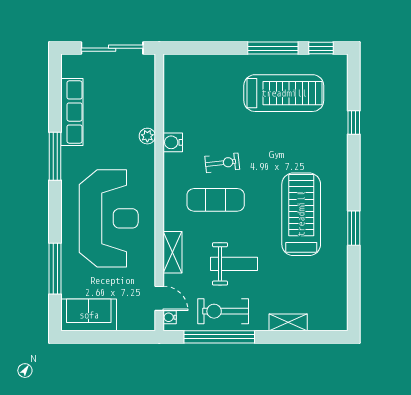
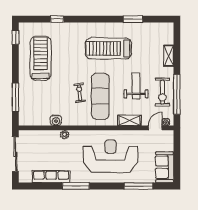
window: (273, 48) -> (15, 97), moved
water cooler: (173, 142) -> (56, 120), moved
exercise mat: (216, 200) -> (100, 96), width x1.36, depth x1.45
window: (354, 228) -> (133, 19), moved

